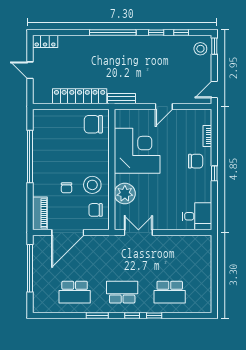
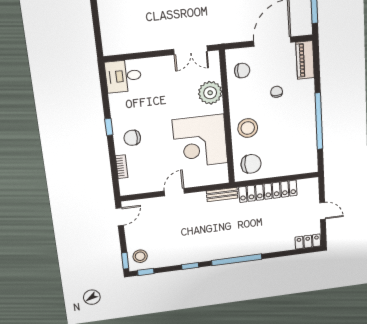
window: (181, 32) -> (146, 272), moved
stool: (92, 185) -> (248, 128), moved

